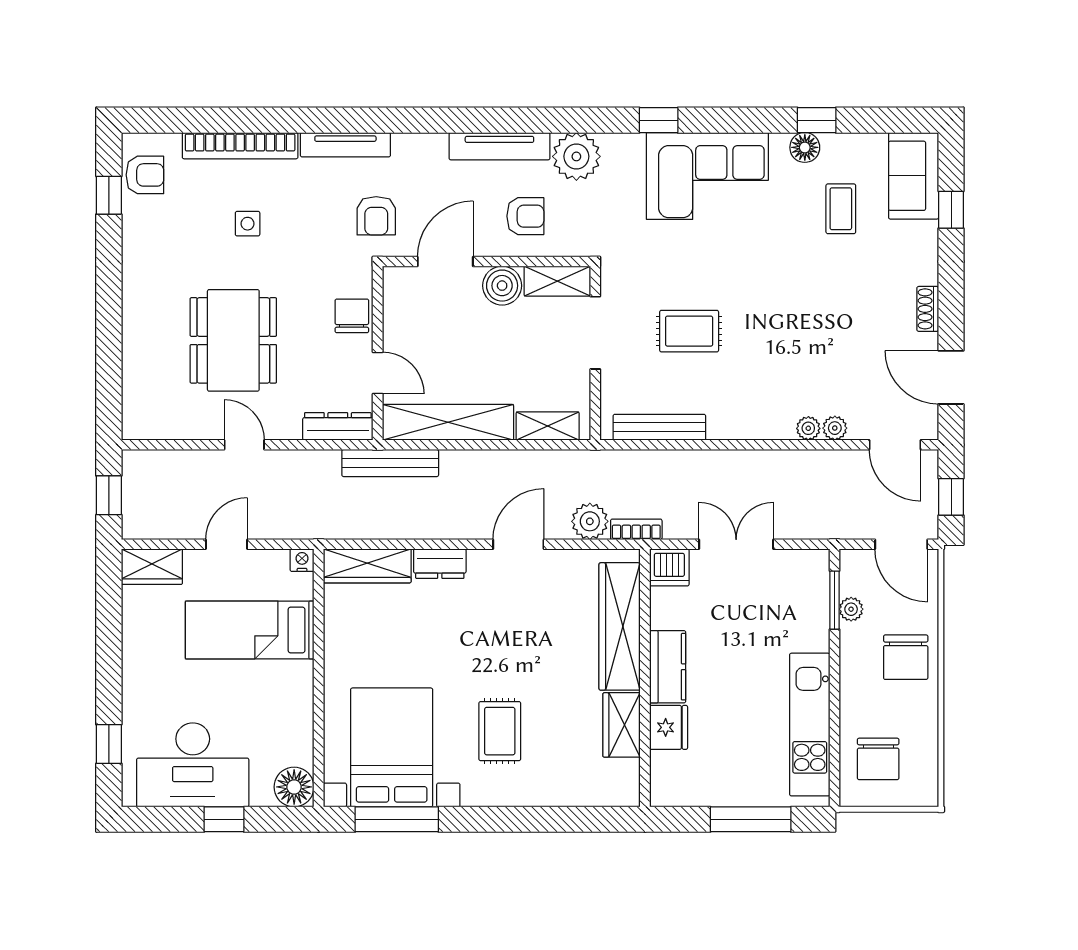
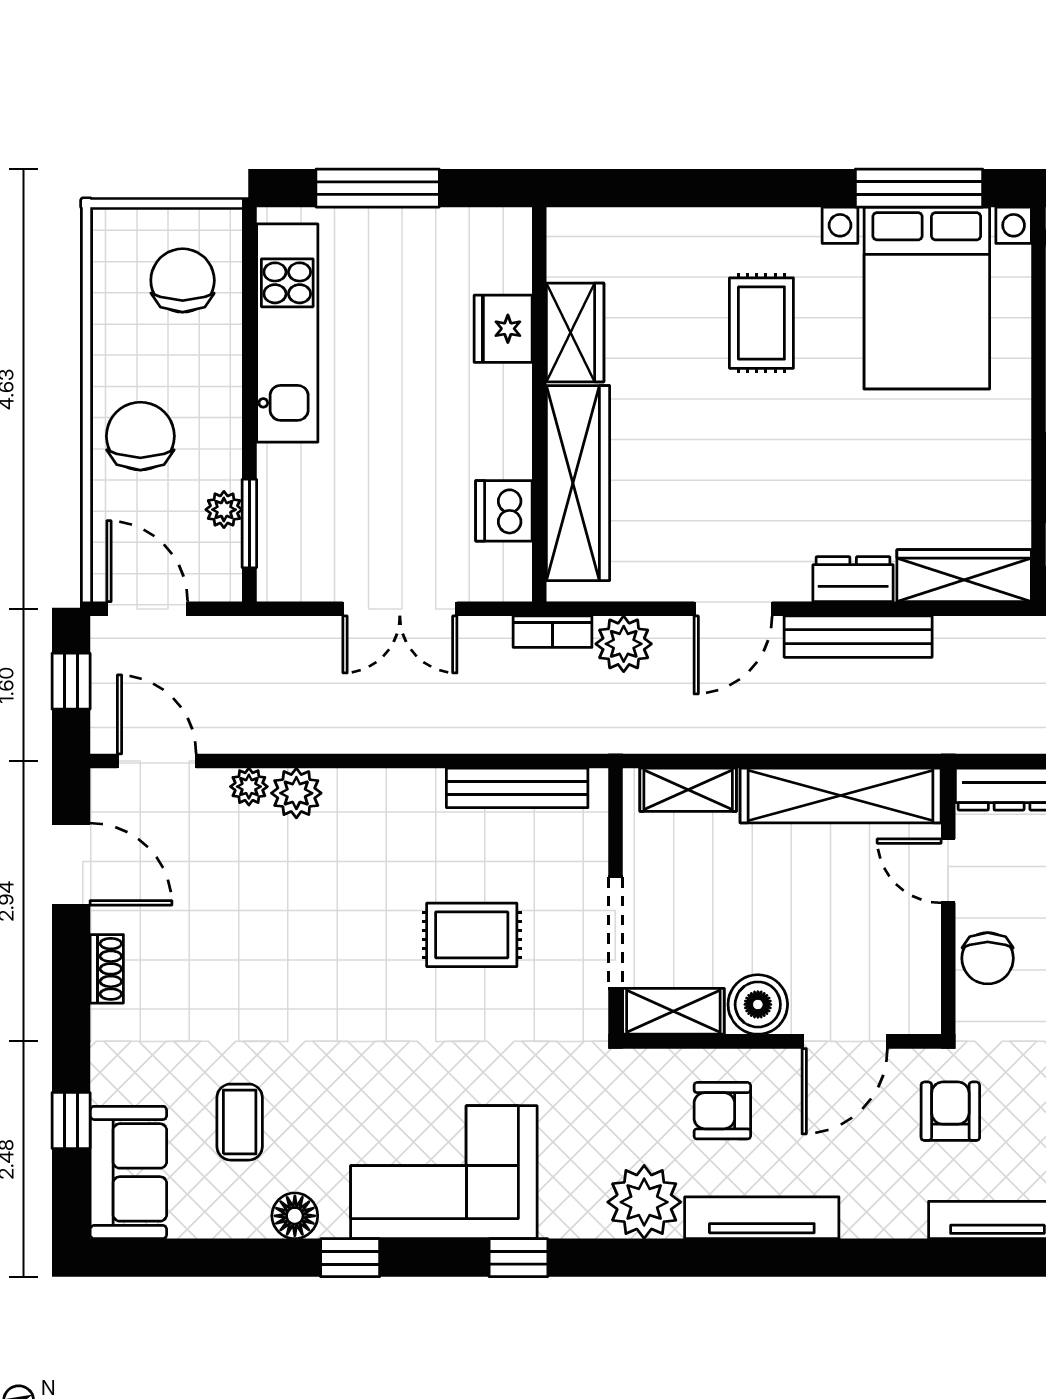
window: (817, 120) -> (350, 1258), moved
plant: (808, 428) -> (296, 793), width x1.38, depth x1.38
bench: (390, 463) -> (858, 637), moved
dishwasher: (669, 567) -> (504, 511), moved, turned -90
kitchen counter: (668, 667) -> (505, 422), removed

